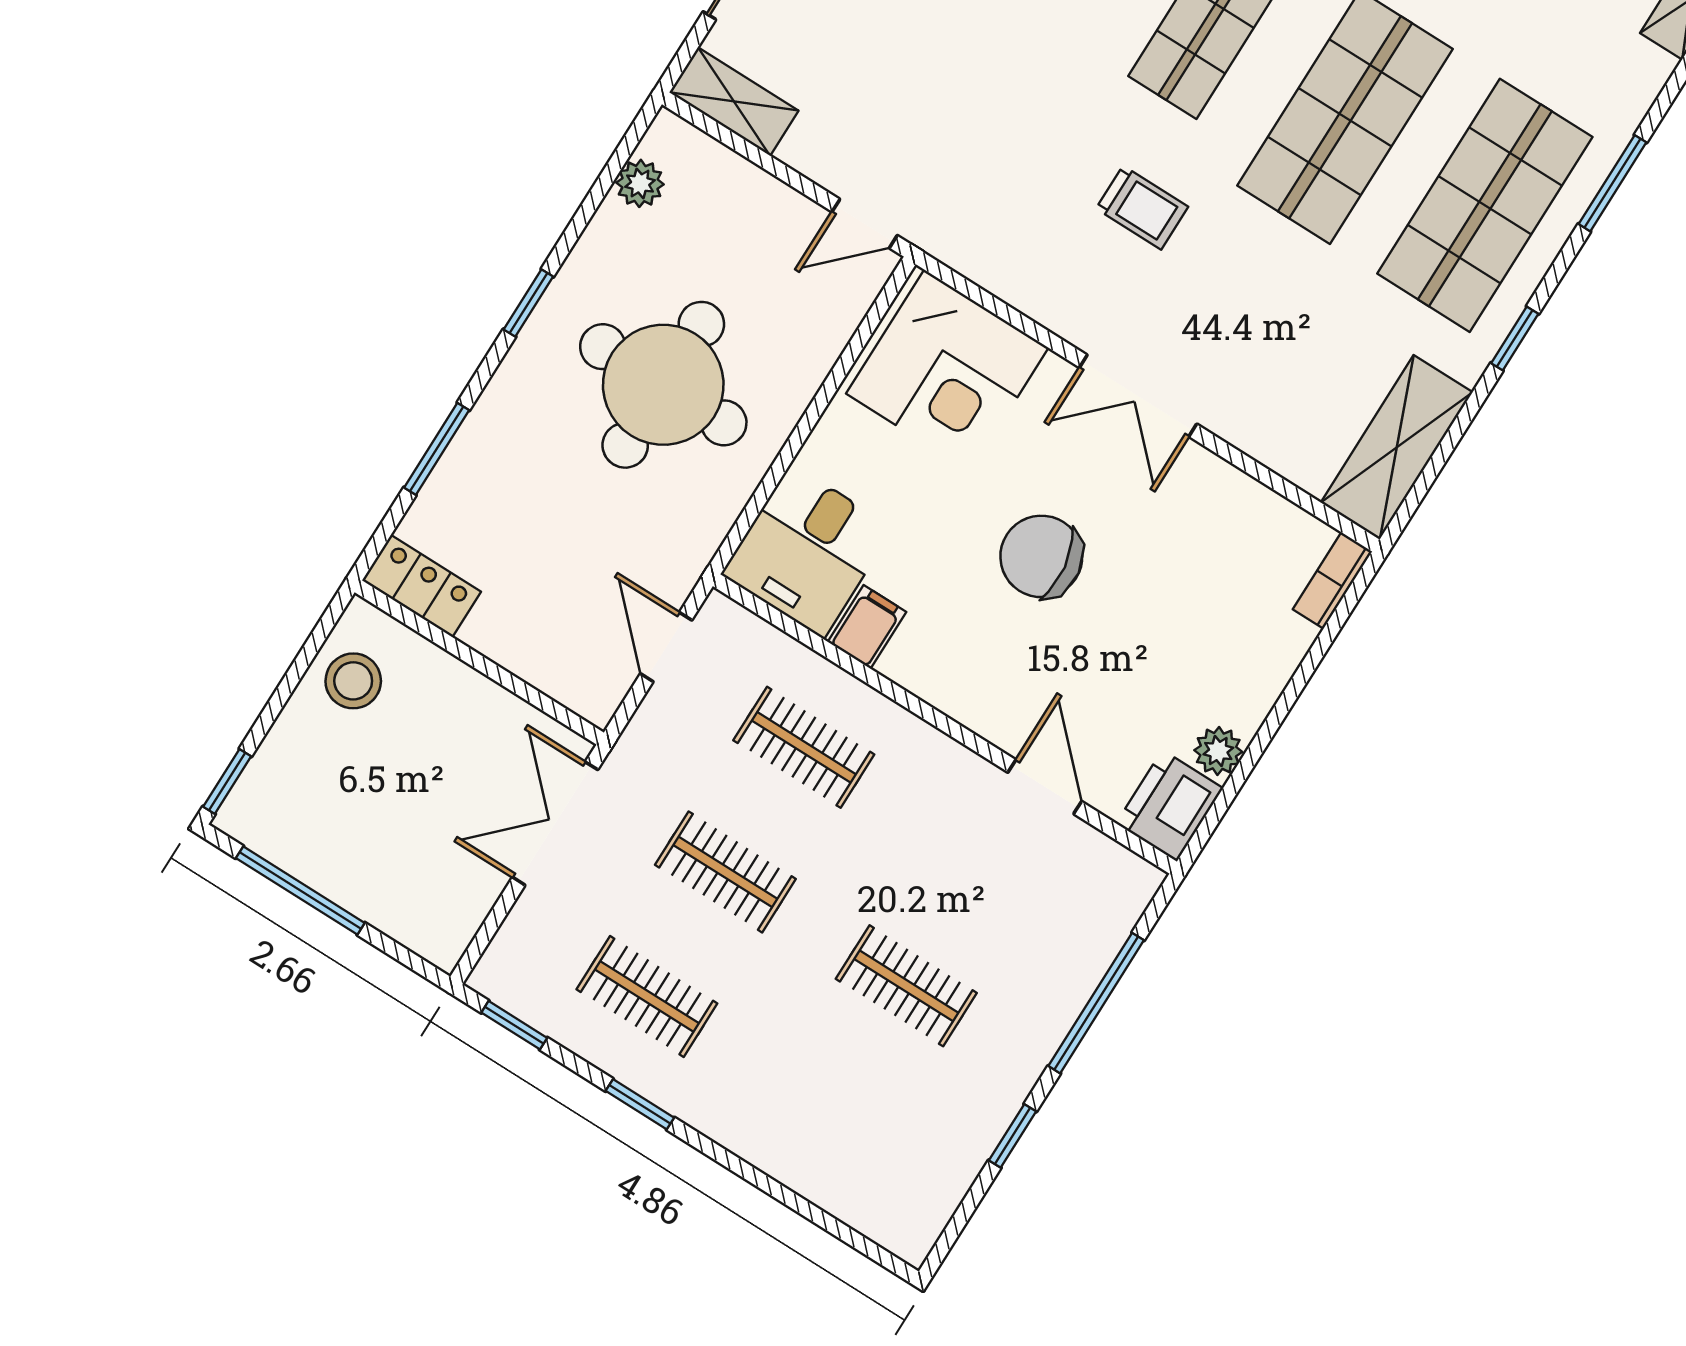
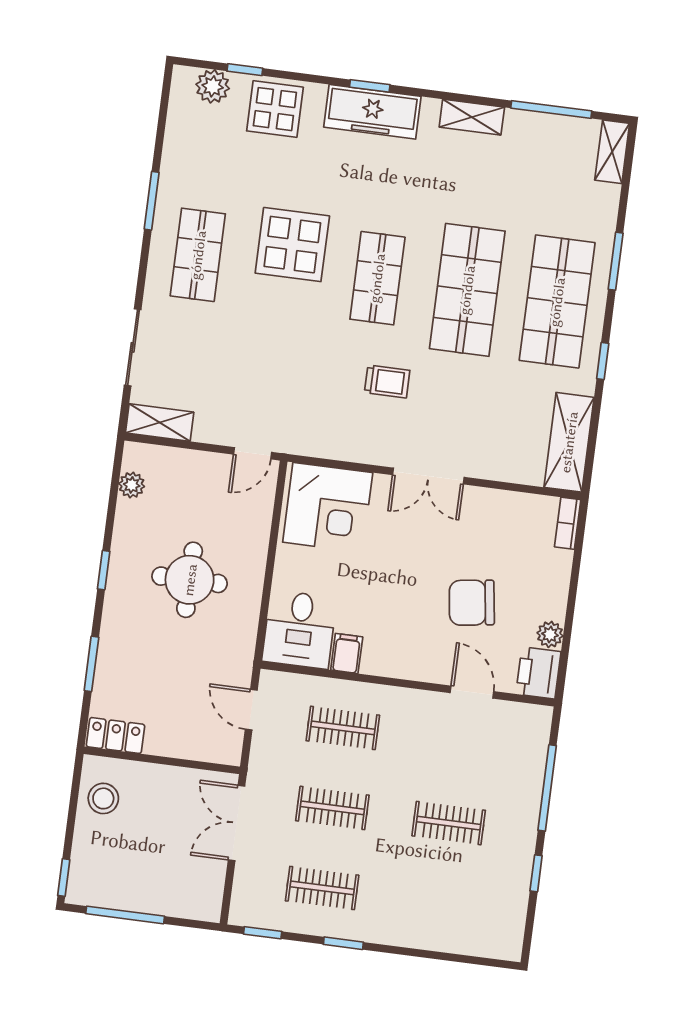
round table: (663, 385) -> (190, 580), width x0.73, depth x0.73
chair: (1041, 556) -> (472, 603), moved

